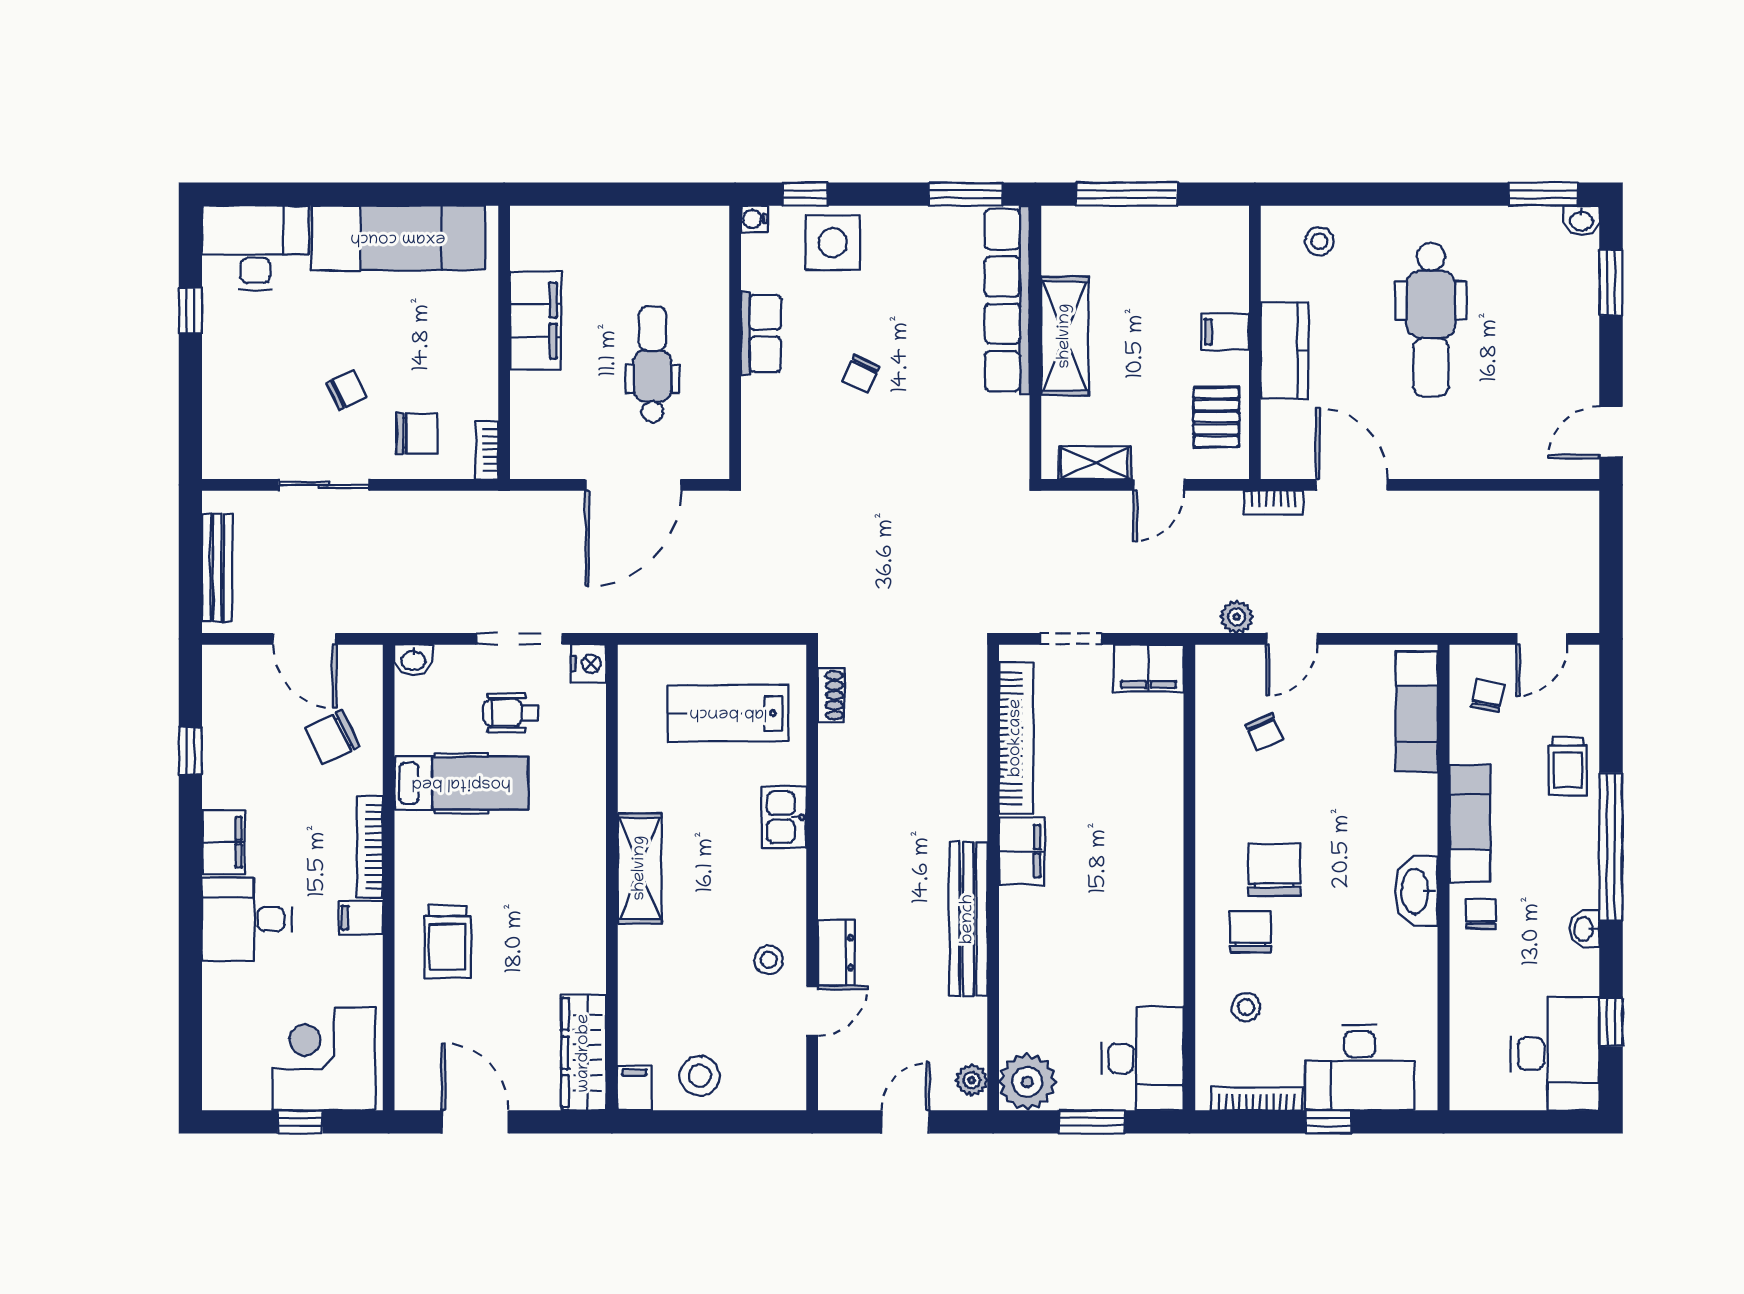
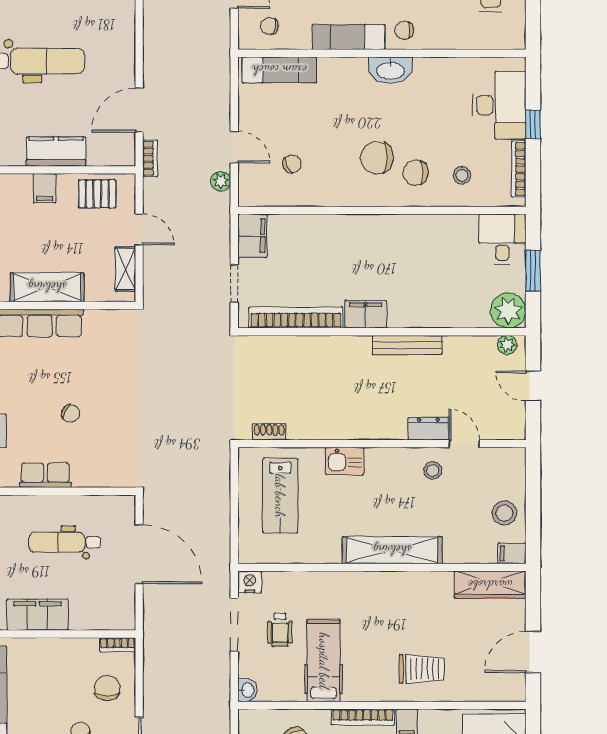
shelving: (640, 868) -> (392, 550), width x1.47
bench: (968, 919) -> (407, 345), width x0.73, depth x0.82
desk: (1143, 1058) -> (502, 239), width x0.73

